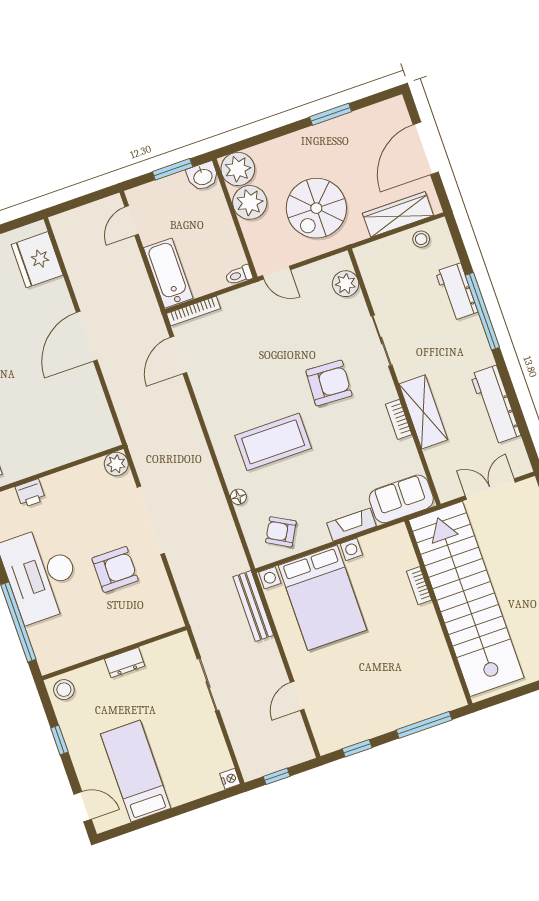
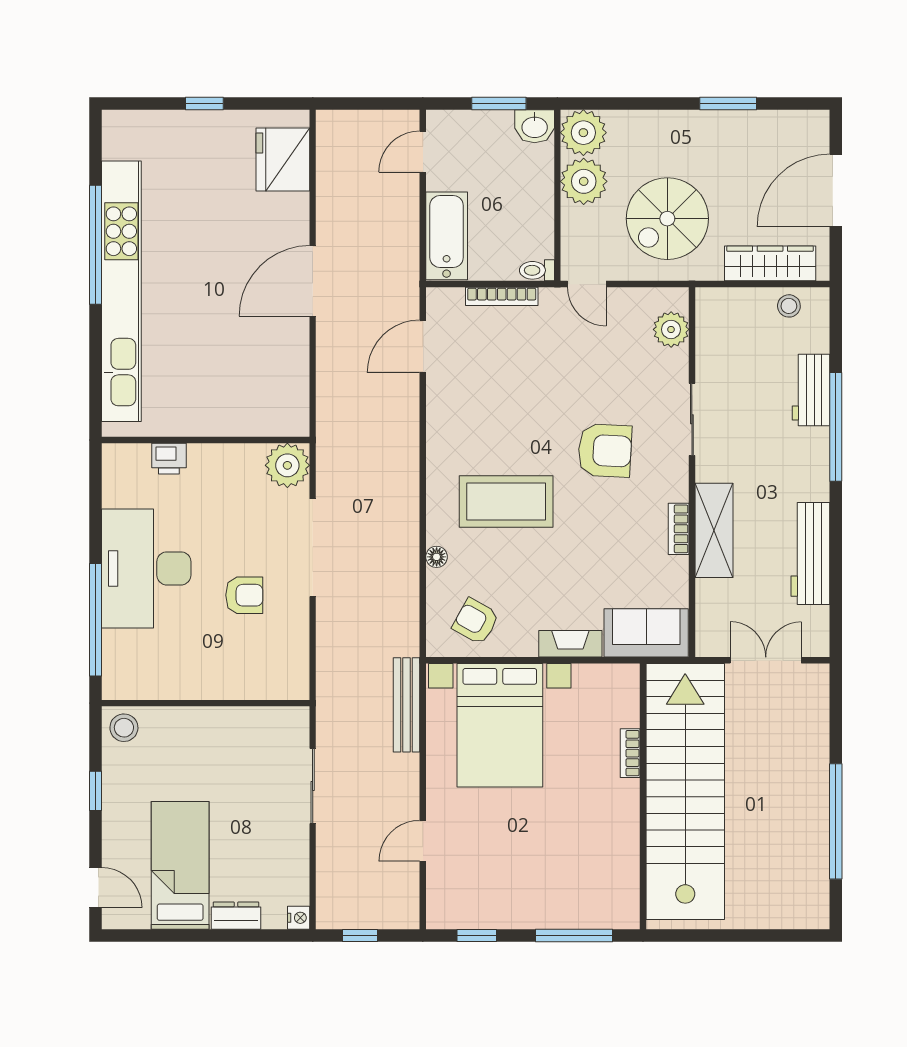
bookcase: (193, 311) -> (502, 296), moved
plant: (116, 464) -> (287, 465), width x1.36, depth x1.36
armchair: (115, 569) -> (244, 595), width x0.72, depth x0.72
dresser: (125, 663) -> (236, 916), moved, turned 180

